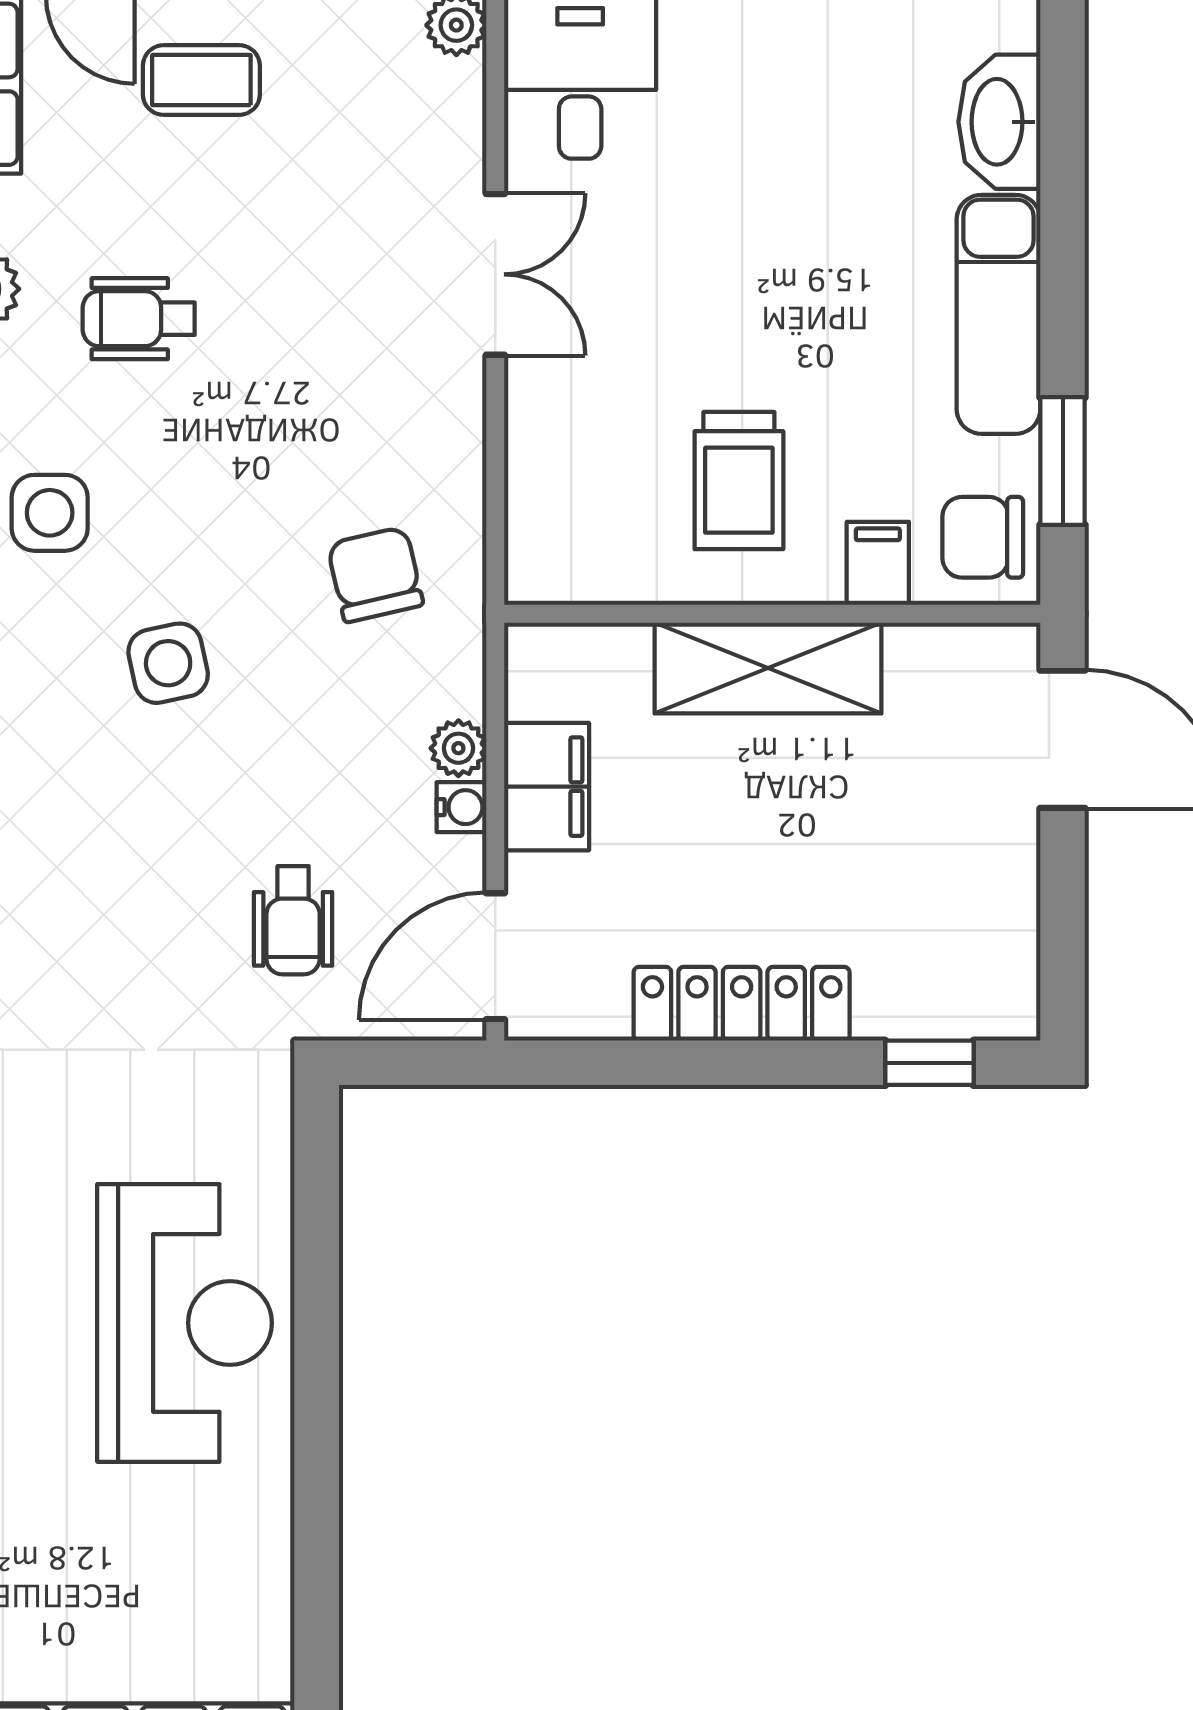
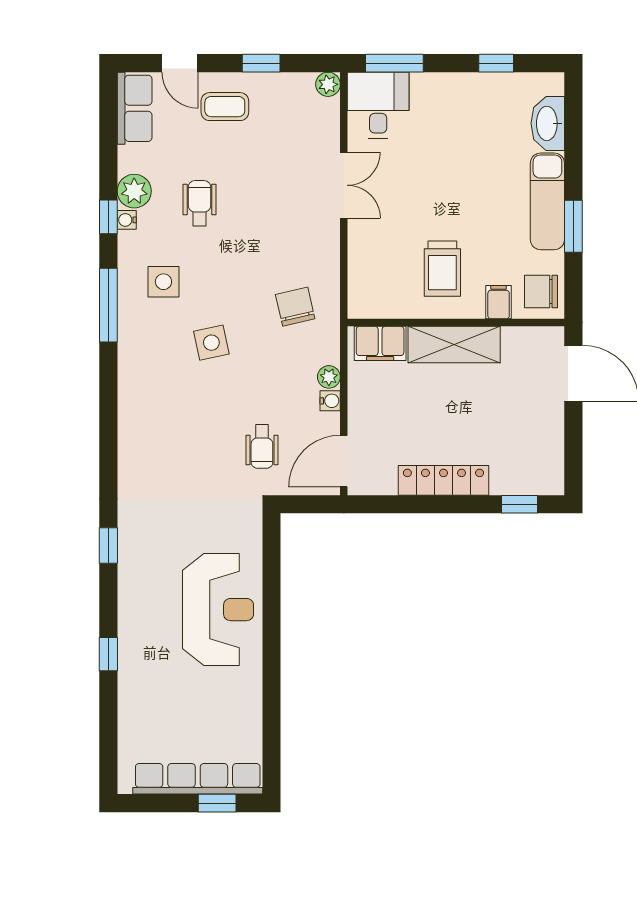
wheelchair: (139, 319) -> (199, 203), turned 90
window: (1063, 461) -> (573, 226), moved
filing cabinet: (547, 787) -> (380, 343), moved, turned 90

